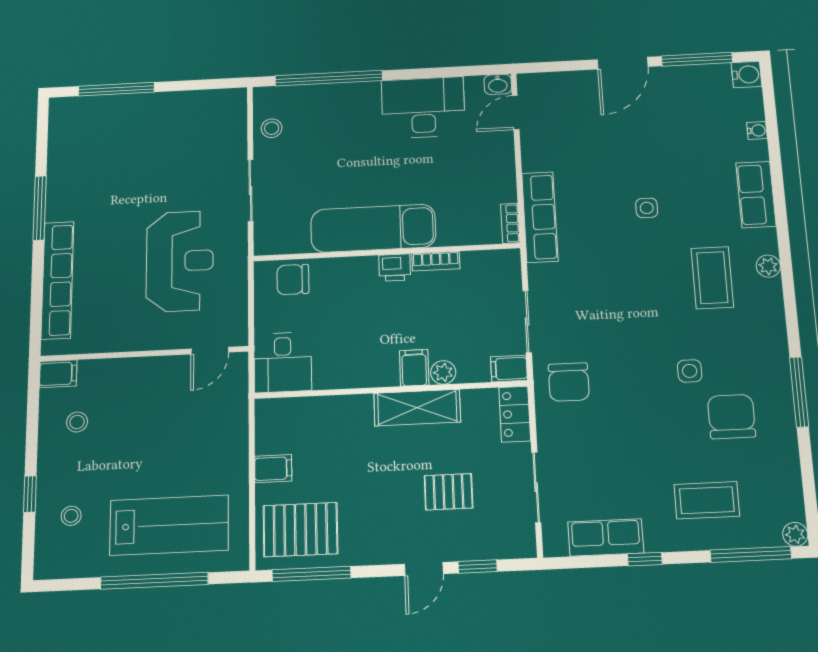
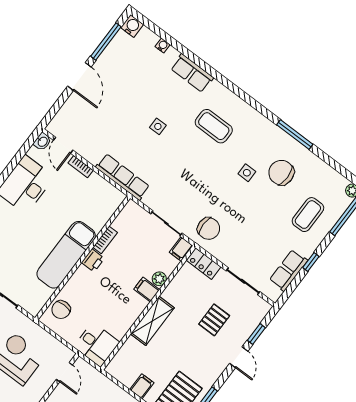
bookcase: (510, 223) -> (81, 167), moved
plant: (768, 266) -> (229, 97), removed
shelving: (417, 408) -> (152, 321), moved

